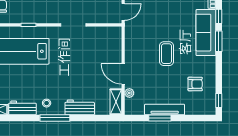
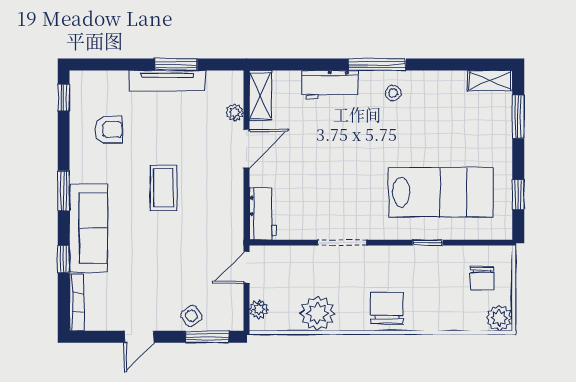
window: (219, 41) -> (64, 191), moved
door: (123, 74) -> (247, 149), hinge flipped
armchair: (195, 84) -> (109, 130), turned 180
workbench: (22, 108) -> (263, 214), moved, turned -90

